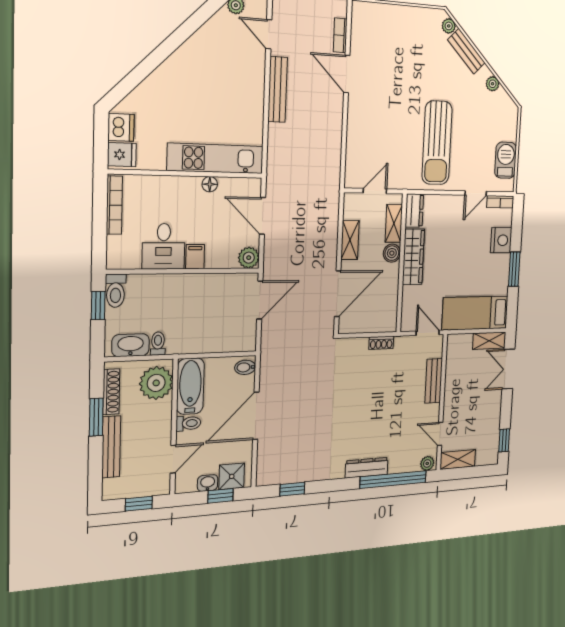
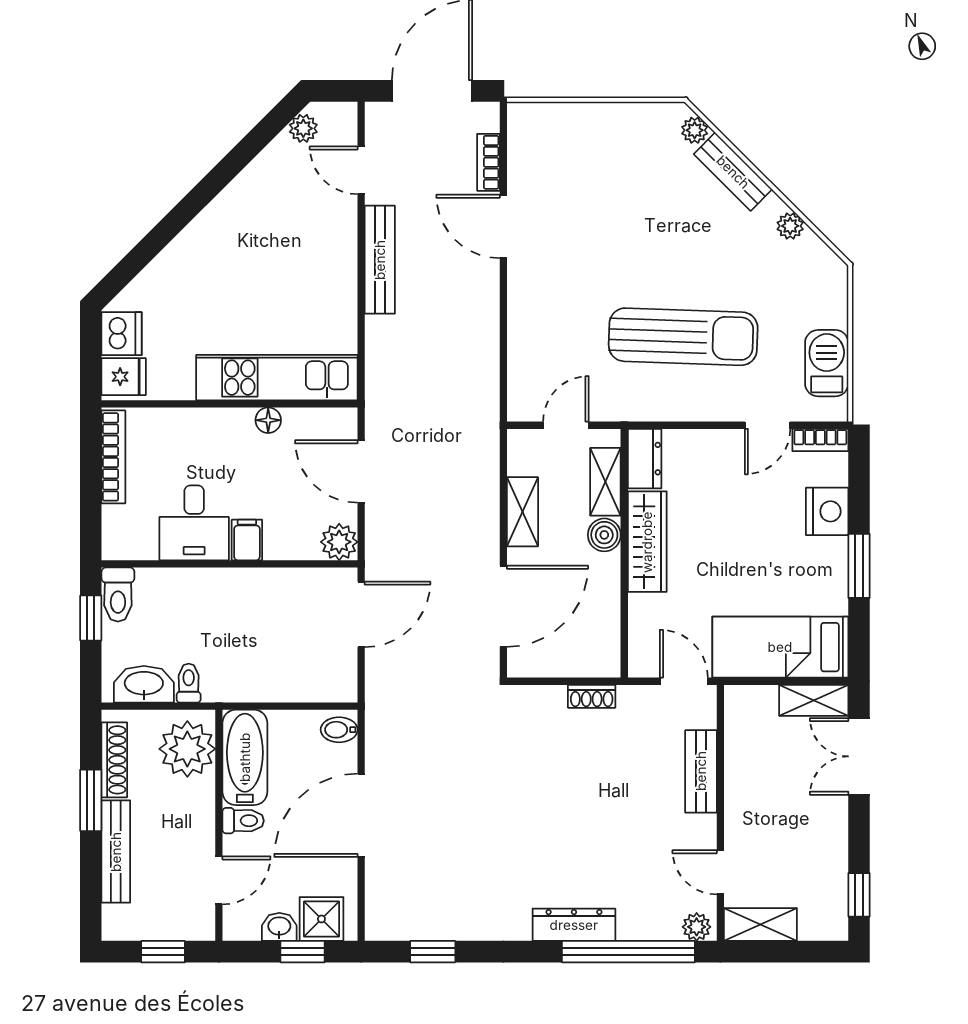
sun lounger: (437, 143) -> (683, 337), turned -88

